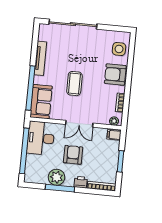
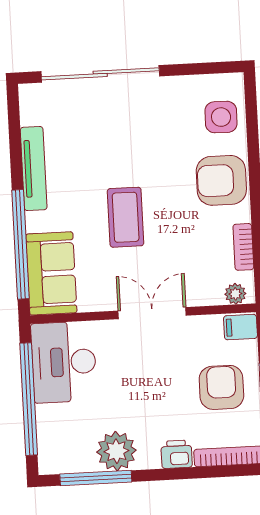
double door: (79, 124) -> (152, 313), swing flipped
armchair: (73, 155) -> (221, 387), moved
window: (60, 188) -> (96, 478), moved

